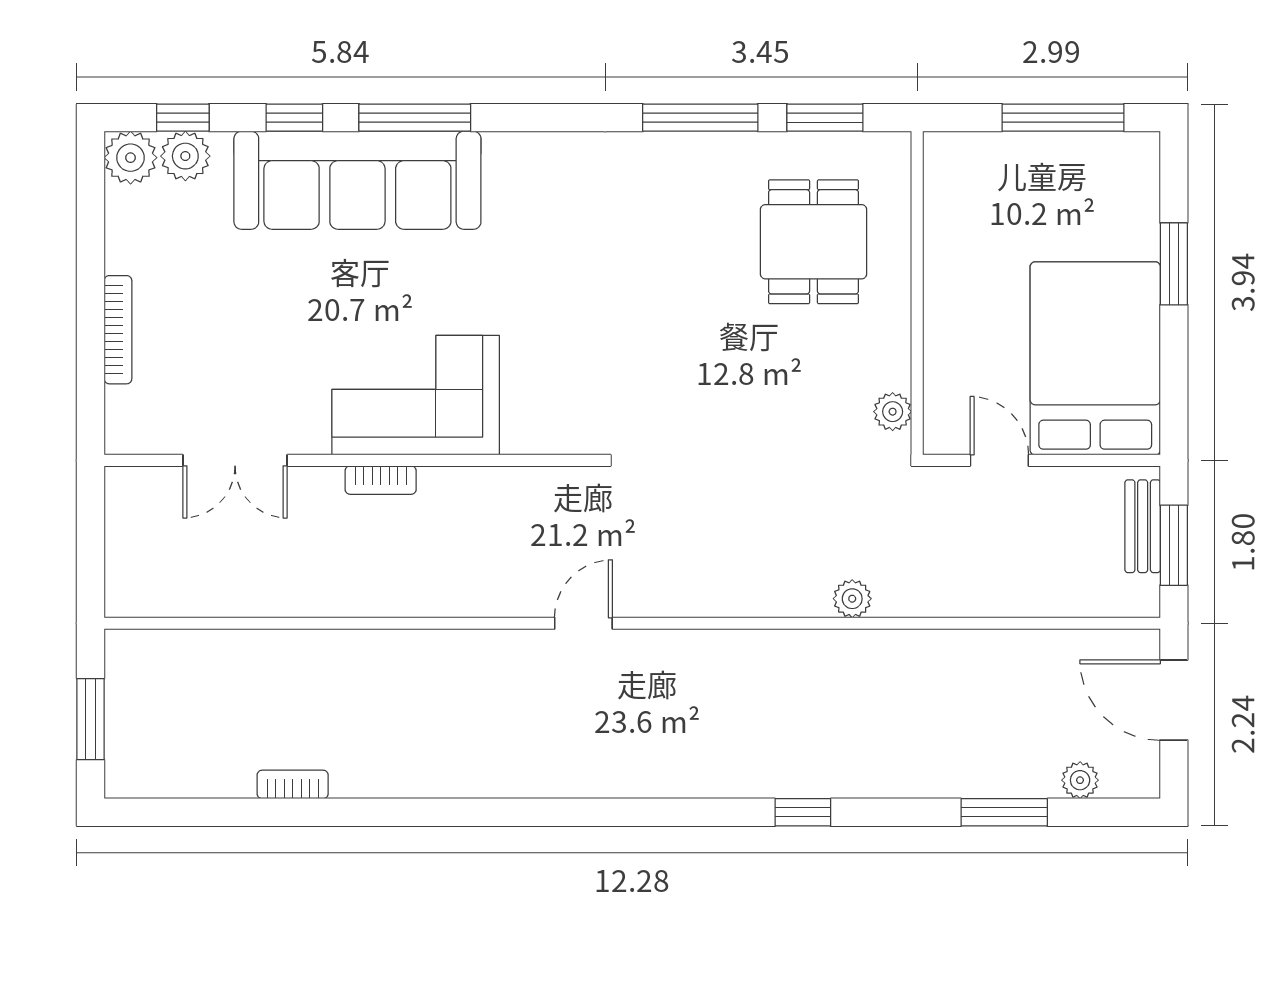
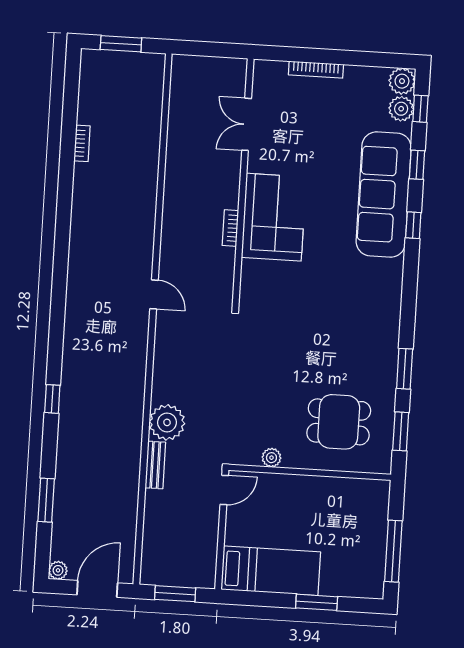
window: (415, 118) -> (413, 225), width x0.46
window: (700, 118) -> (405, 369), width x0.69
bed: (1095, 358) -> (271, 571), width x0.67
plant: (893, 412) -> (271, 458), moved
door: (999, 460) -> (224, 490), moved
bookcase: (381, 480) -> (230, 228), moved
bench: (1143, 526) -> (155, 465), moved, turned 90
plant: (852, 599) -> (167, 422), width x1.87, depth x1.87
plant: (1080, 780) -> (58, 570), moved

